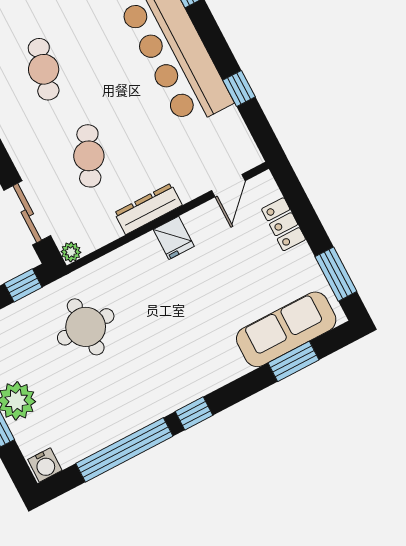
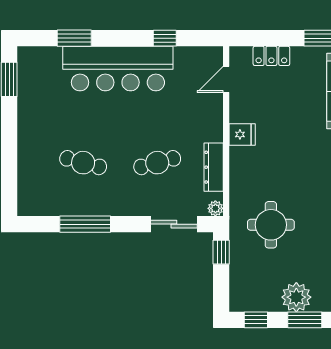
cafe table: (89, 156) -> (157, 163), turned -39
door: (228, 186) -> (226, 79), swing flipped
dresser: (148, 209) -> (214, 167), moved

